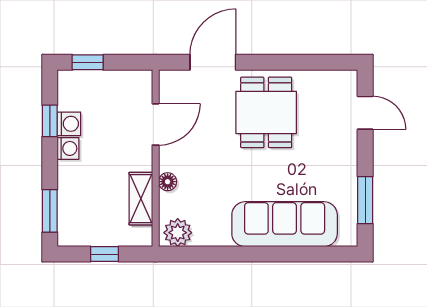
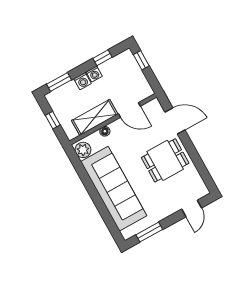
washing machine: (69, 124) -> (82, 81), moved
shelving: (141, 199) -> (95, 117), width x1.50, depth x1.33
sofa: (285, 224) -> (114, 189), width x1.36, depth x1.27

